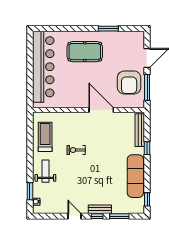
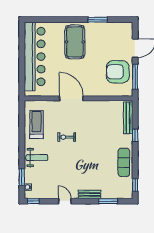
pool table: (85, 52) -> (75, 42), turned 90
armchair: (129, 82) -> (118, 72), turned 90
door: (101, 110) -> (71, 98), moved
weight bench: (45, 171) -> (37, 158), turned 90
exercise mat: (135, 176) -> (124, 162), width x0.73, depth x0.69
window: (97, 216) -> (33, 201), moved

